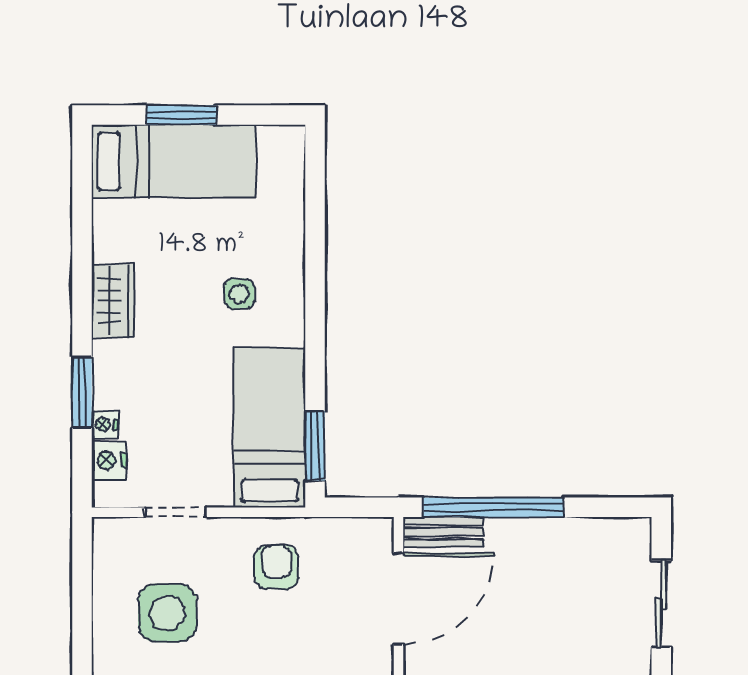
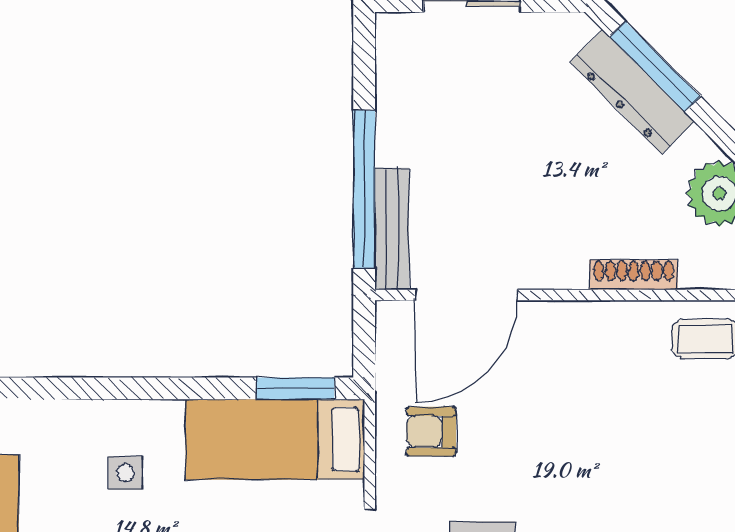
bench: (443, 532) -> (392, 229), width x1.36
door: (399, 599) -> (466, 295), swing flipped

